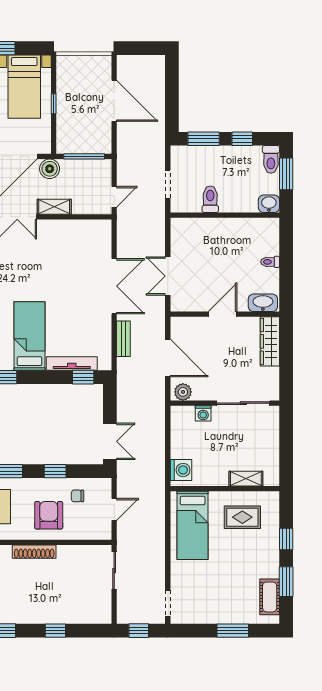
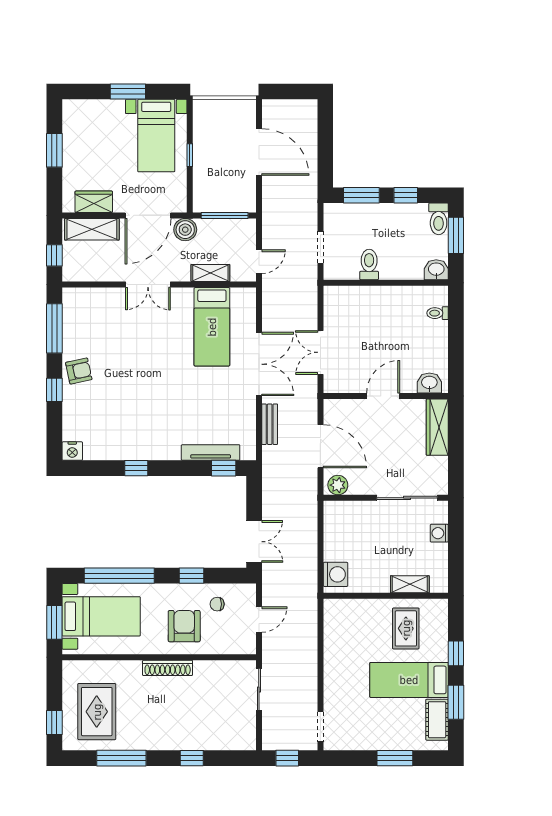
shelving: (54, 207) -> (210, 273), moved
toilet: (270, 262) -> (438, 313), moved
washbasin: (263, 303) -> (429, 383), width x0.72
bed: (30, 336) -> (212, 327), moved, turned 180
washing machine: (203, 413) -> (439, 533), moved, turned 90
rug: (242, 517) -> (406, 628), turned 90
bed: (193, 525) -> (409, 680), moved, turned 90

